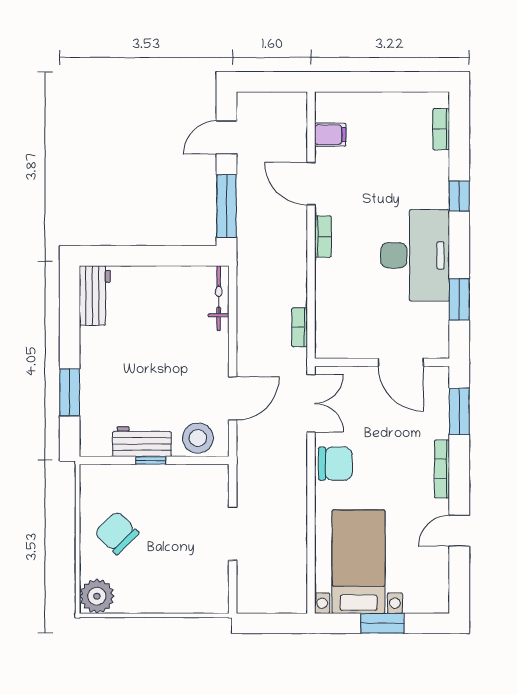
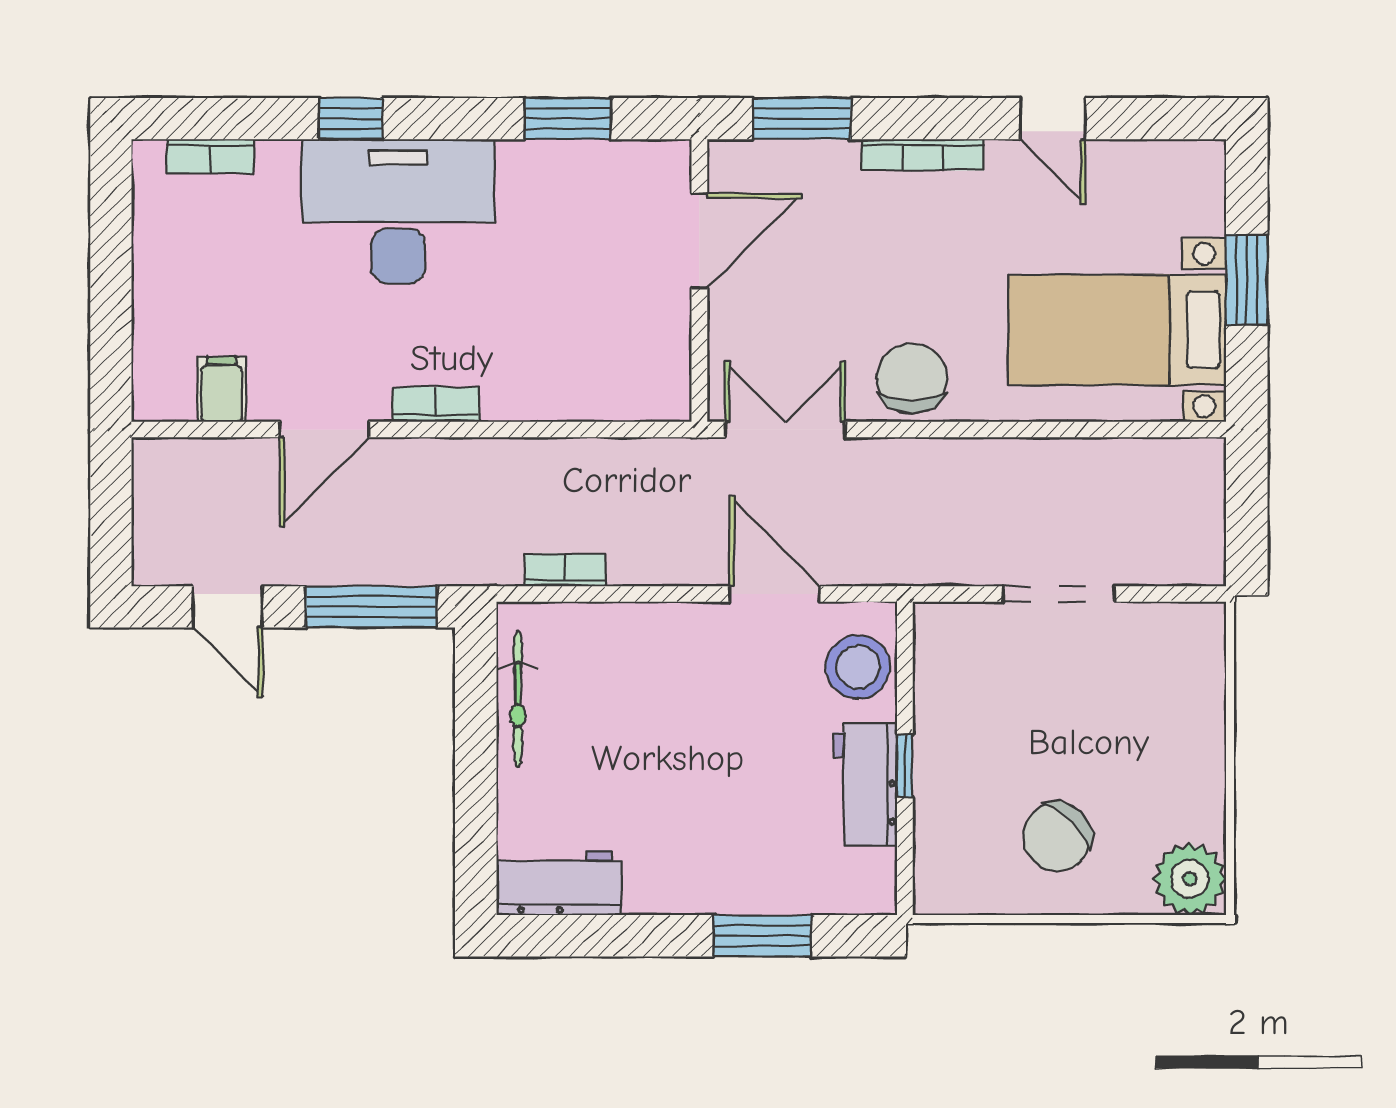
desk: (415, 255) -> (398, 211), moved
bicycle: (219, 298) -> (518, 699), moved, turned -90
bookcase: (300, 327) -> (565, 570), moved, turned 180

